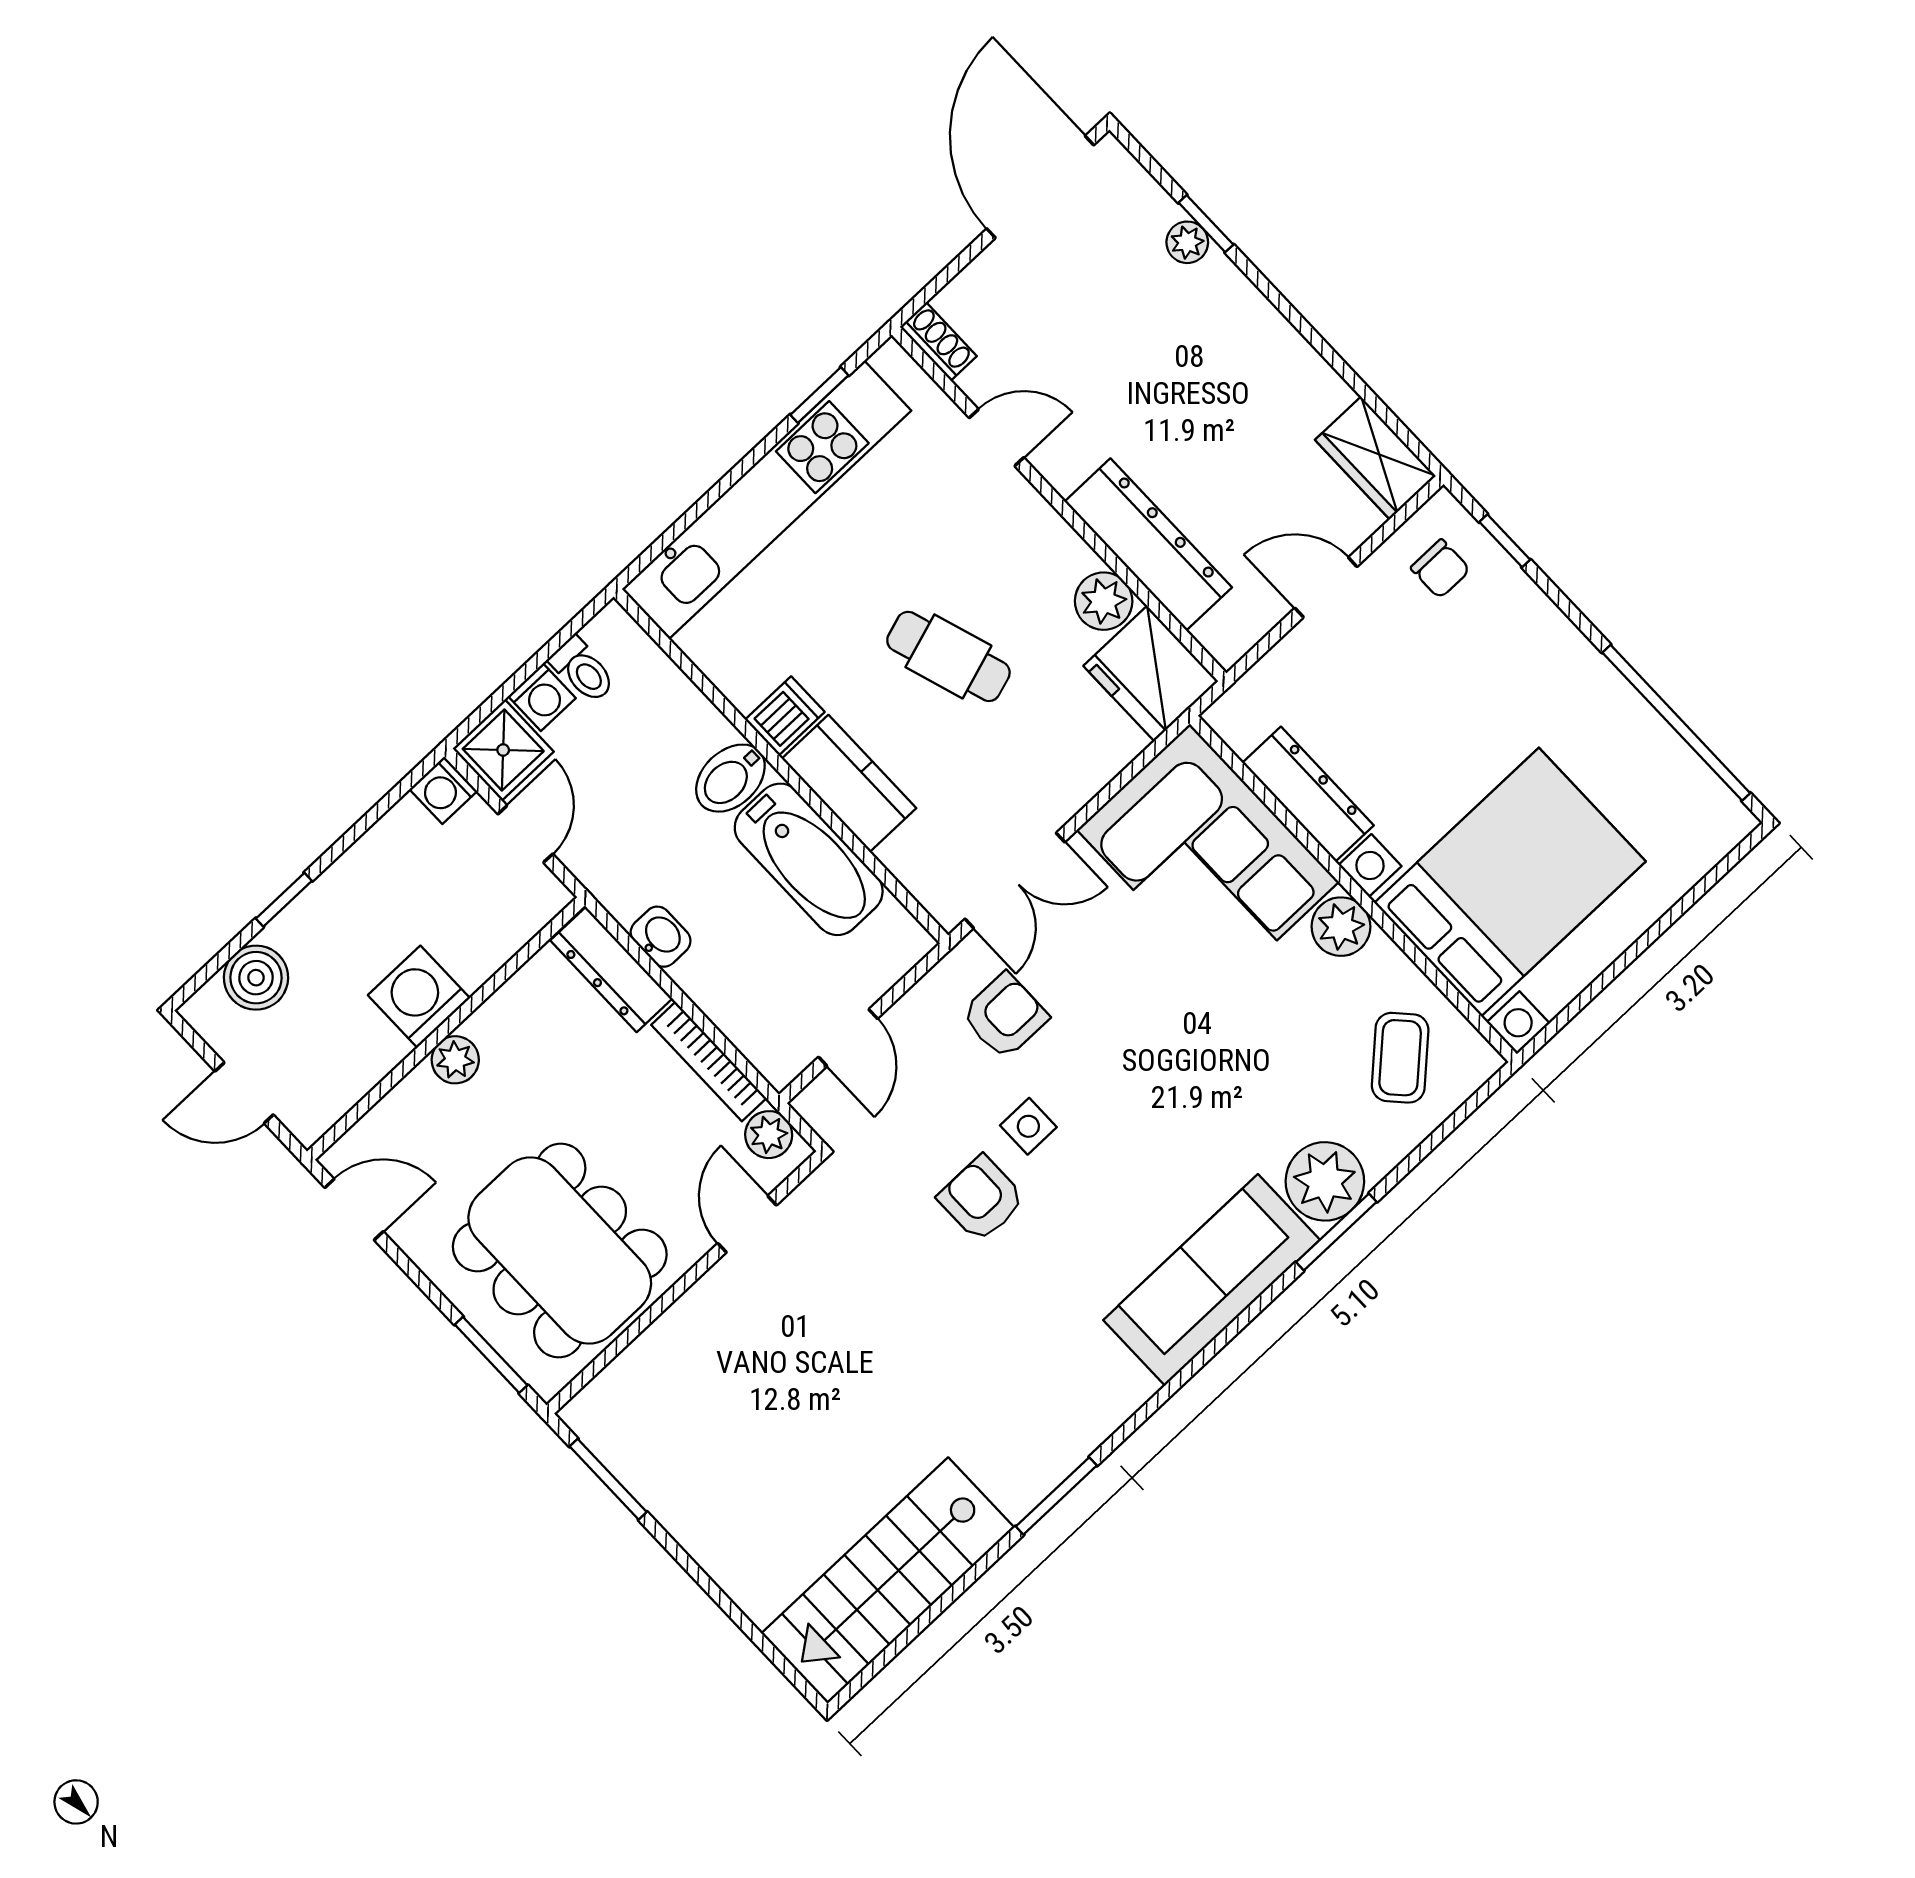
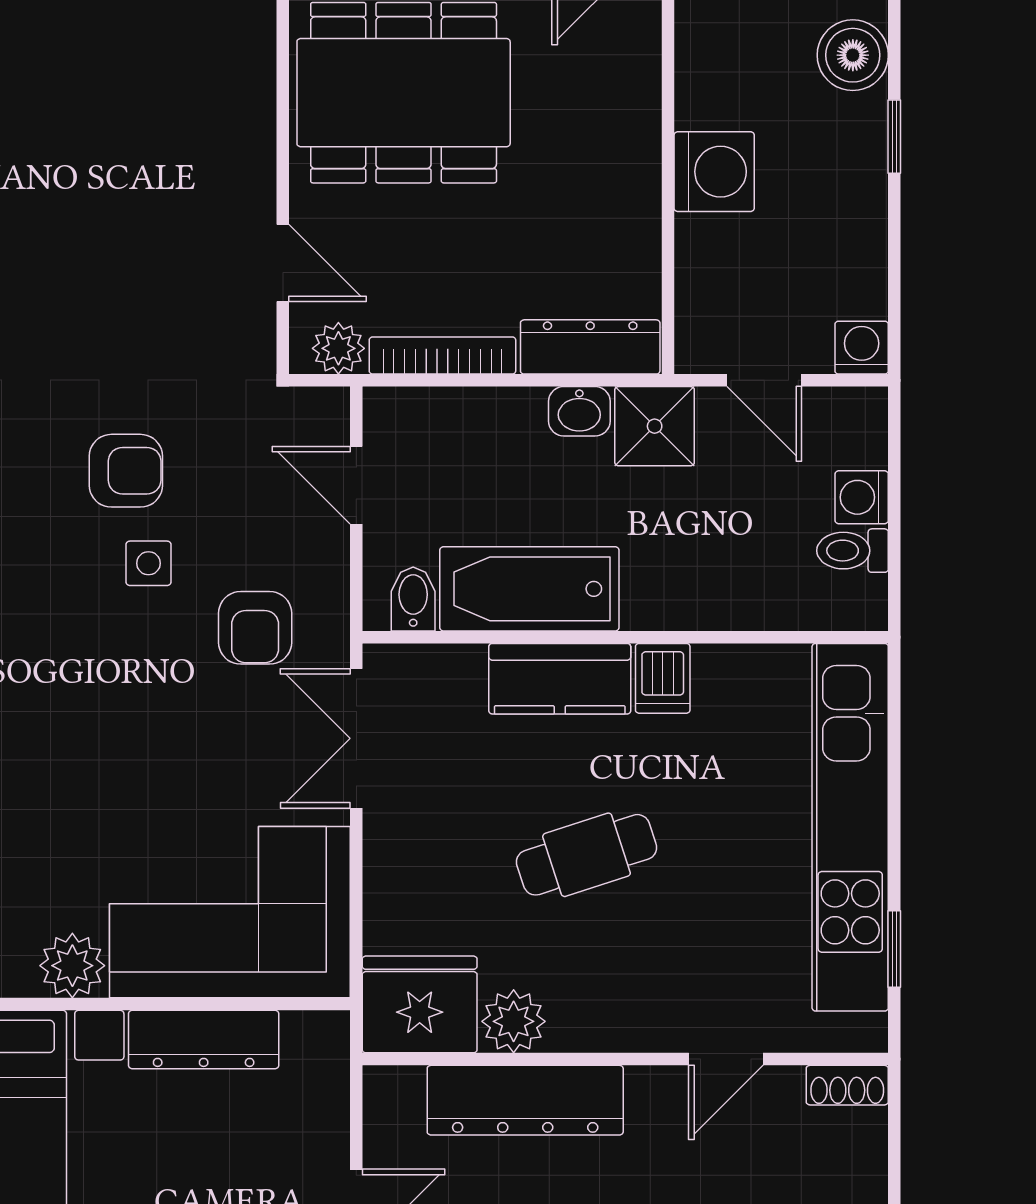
shower: (503, 750) -> (655, 426), moved
bidet: (730, 778) -> (413, 599), moved, width x0.72, depth x0.74
plant: (455, 1060) -> (636, 153), removed

